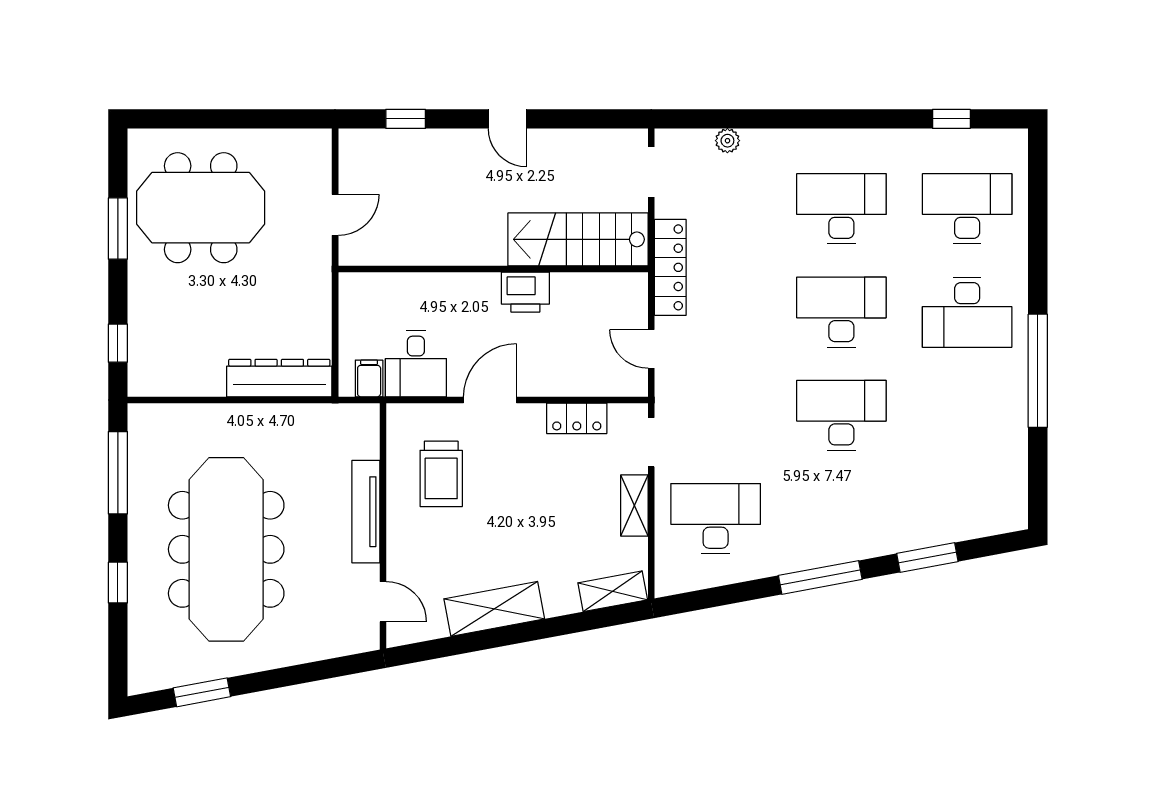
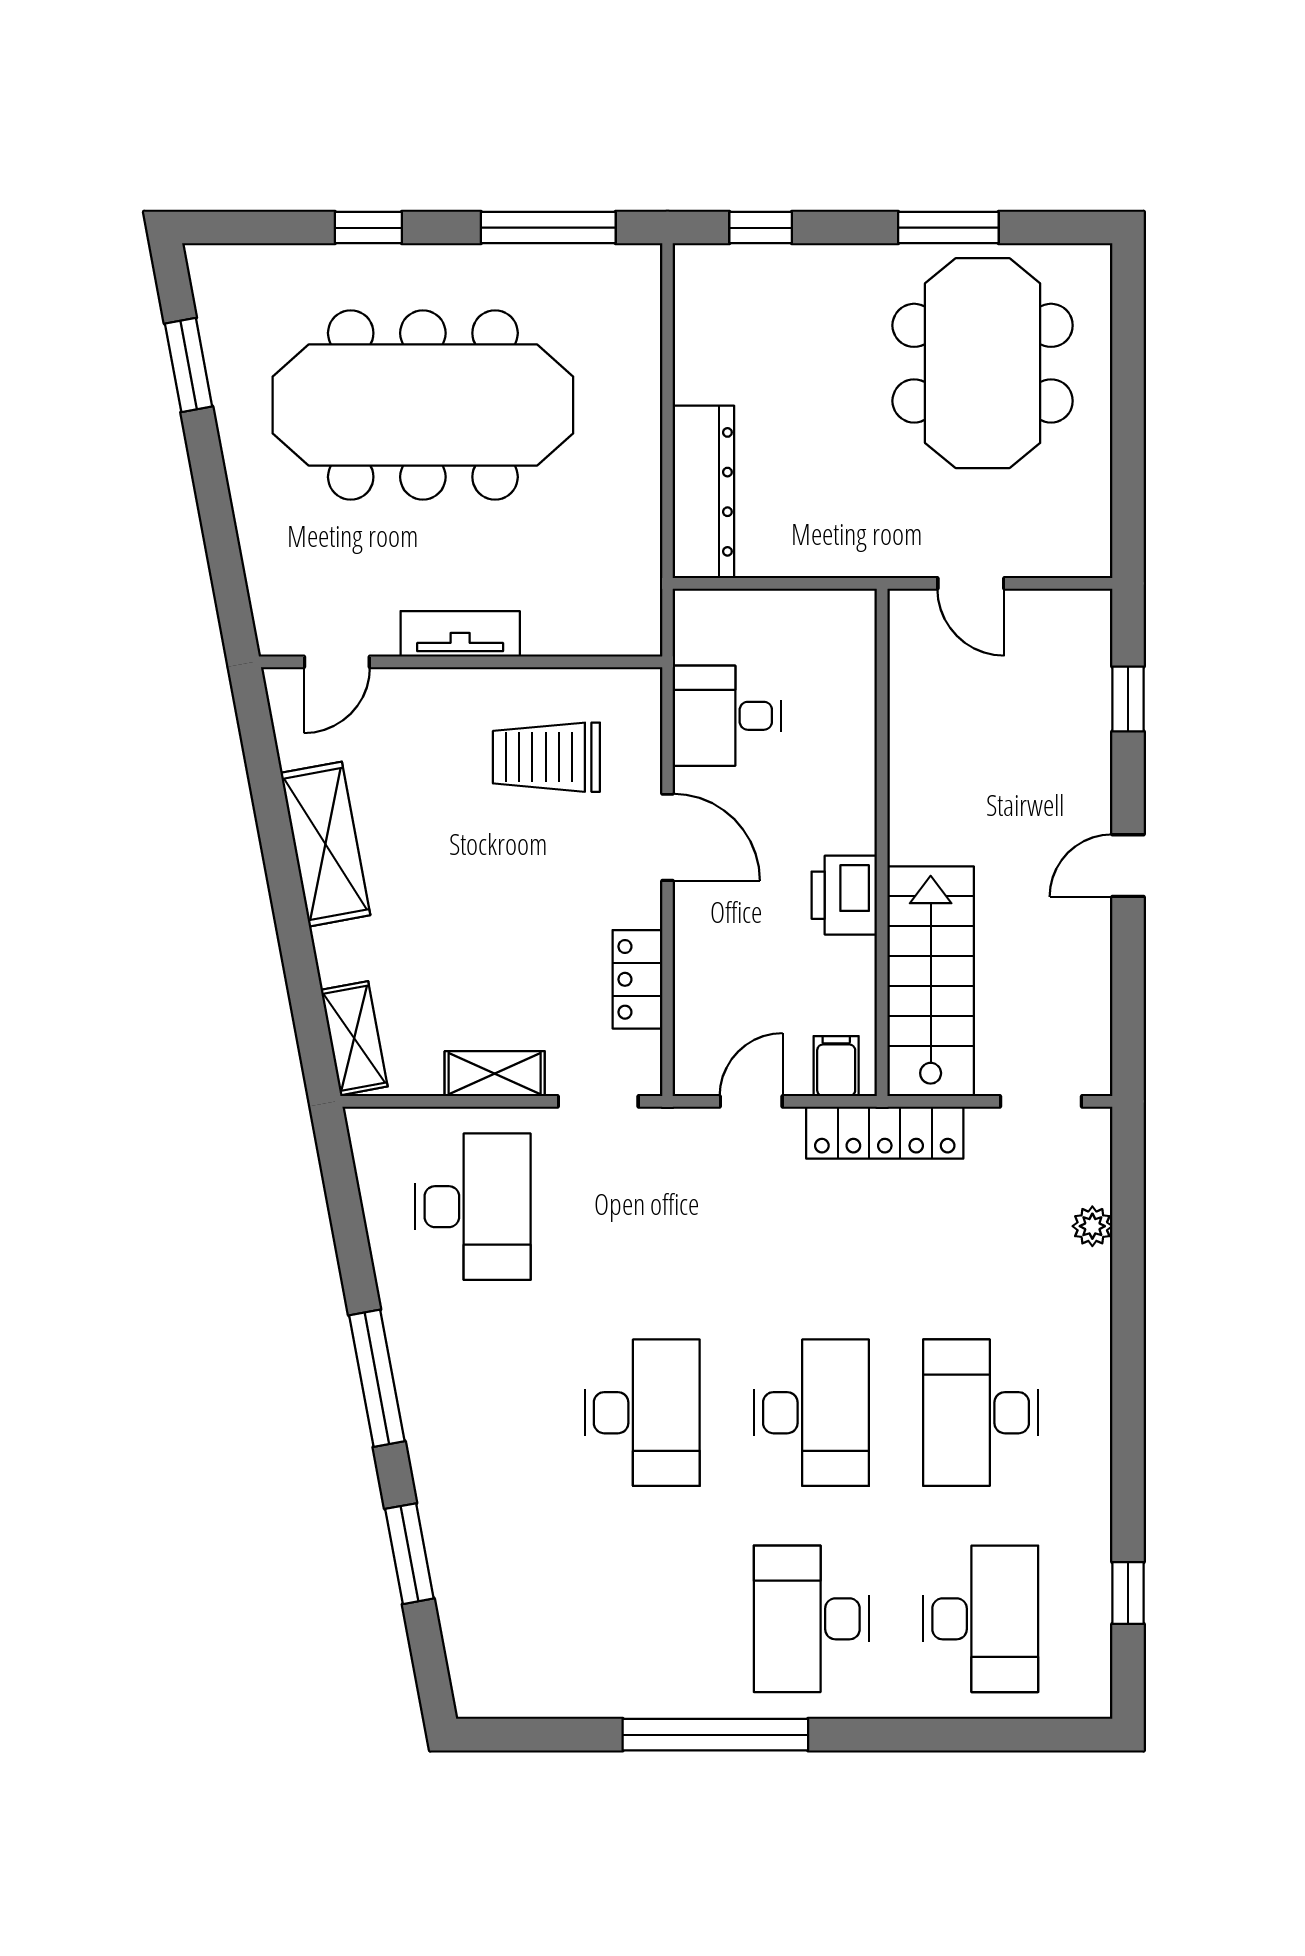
desk: (841, 209) -> (981, 1413), turned 180
filing cabinet: (369, 378) -> (836, 1066), moved, turned -90
tv unit: (366, 512) -> (460, 634), width x0.71

